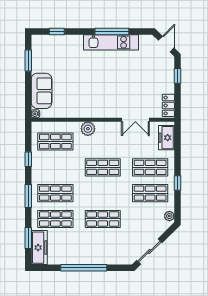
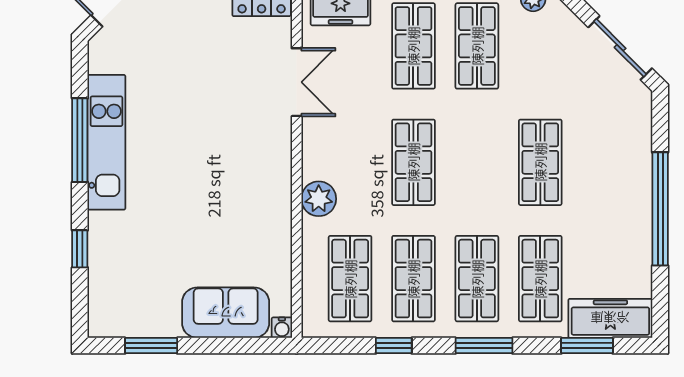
window: (57, 31) -> (80, 249), moved
shop shelf: (55, 167) -> (413, 279), added

